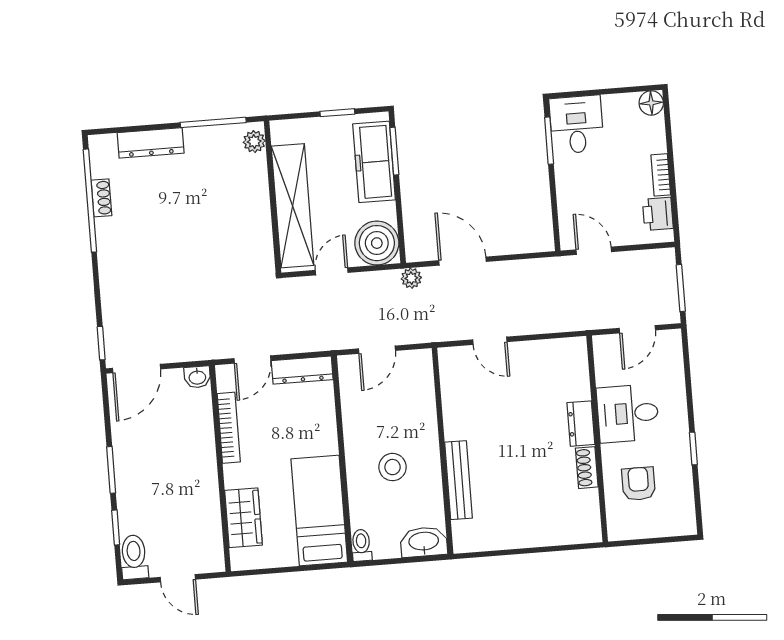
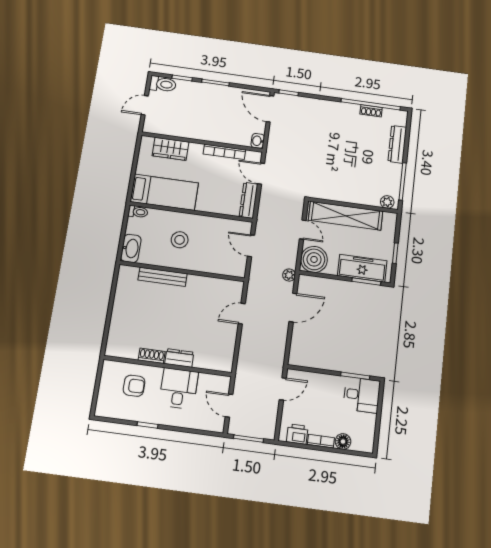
floor lamp: (651, 103) -> (343, 442), moved

